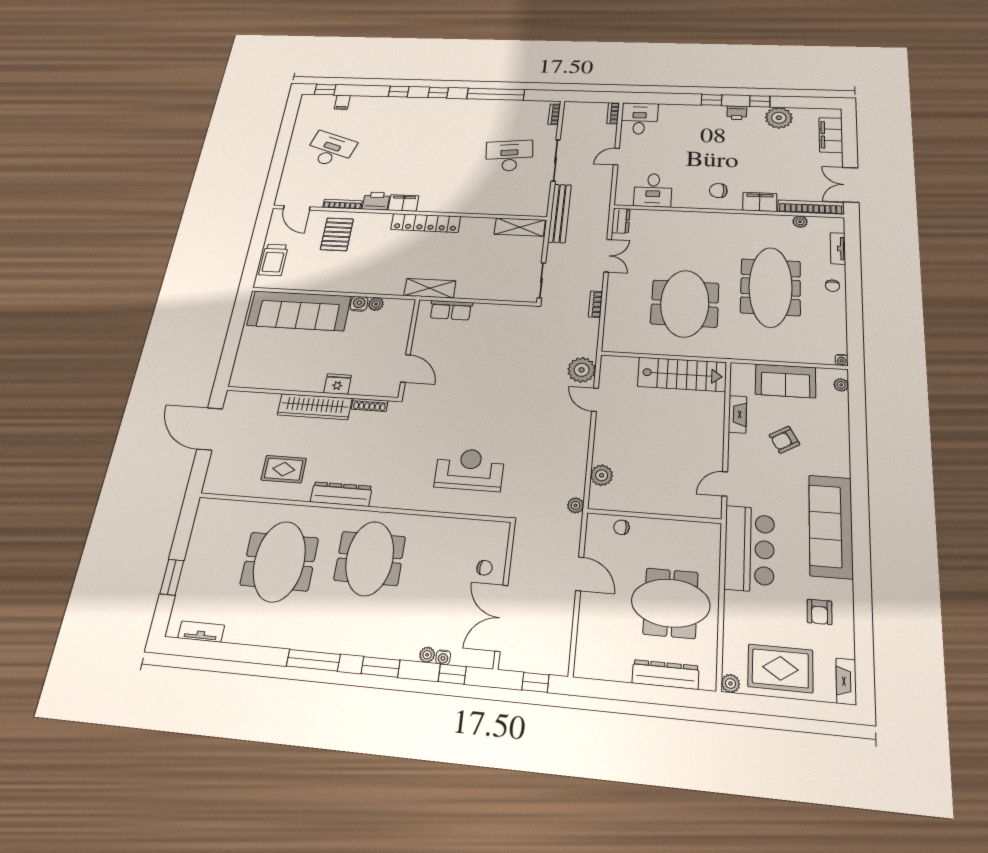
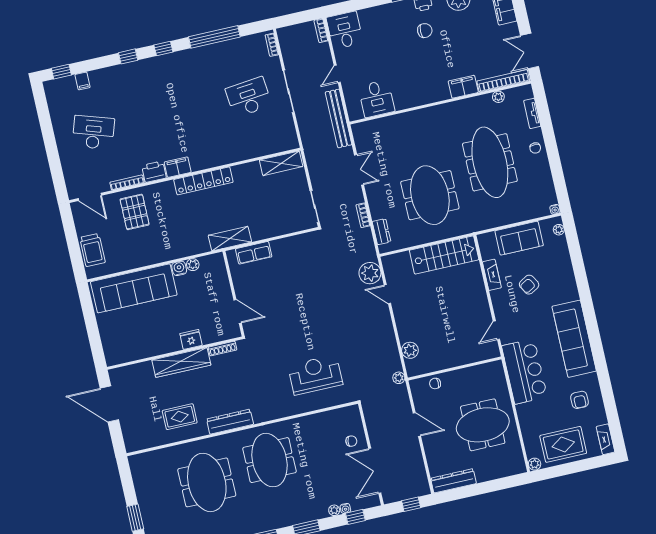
chair: (718, 191) -> (425, 31), moved, turned 180
bench: (560, 213) -> (339, 118), moved
dresser: (621, 221) -> (382, 232), moved
dresser: (665, 674) -> (454, 481), moved

